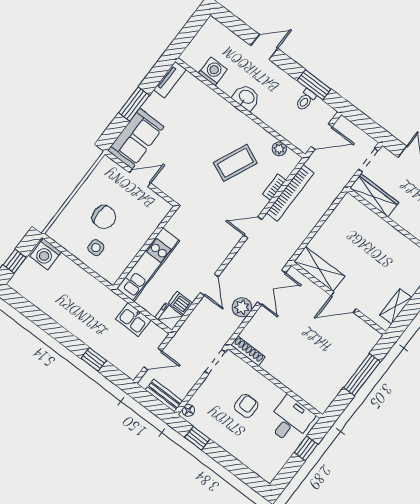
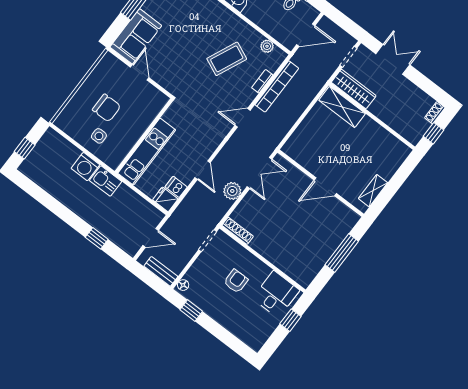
door: (140, 178) -> (140, 72), hinge flipped
washing machine: (45, 254) -> (85, 167), moved
shelving: (319, 269) -> (342, 107), moved
kitchen sink: (133, 320) -> (106, 181), moved

